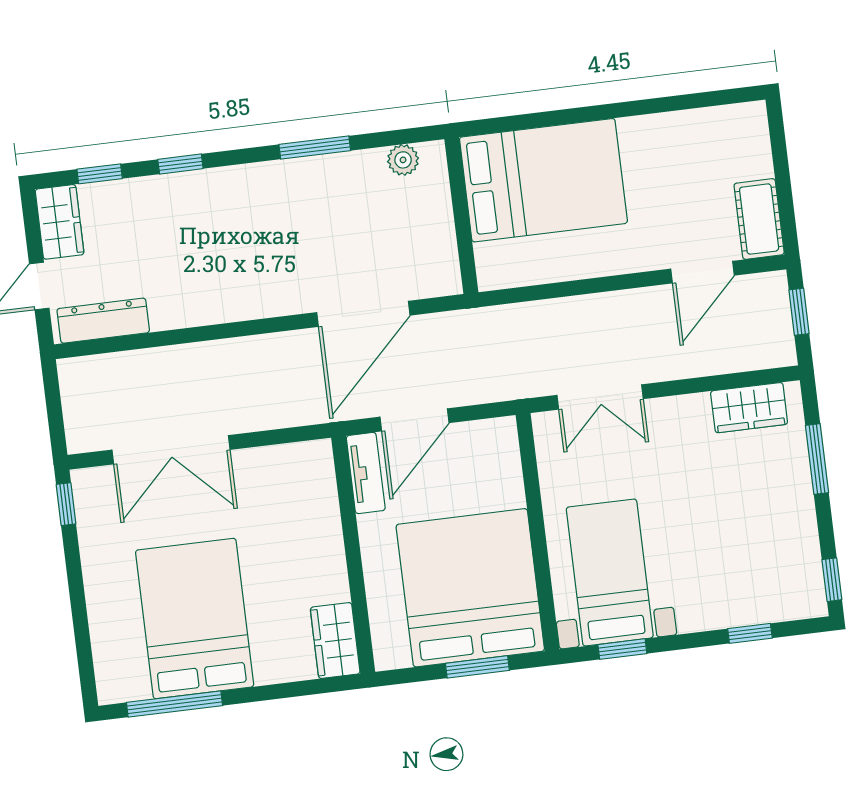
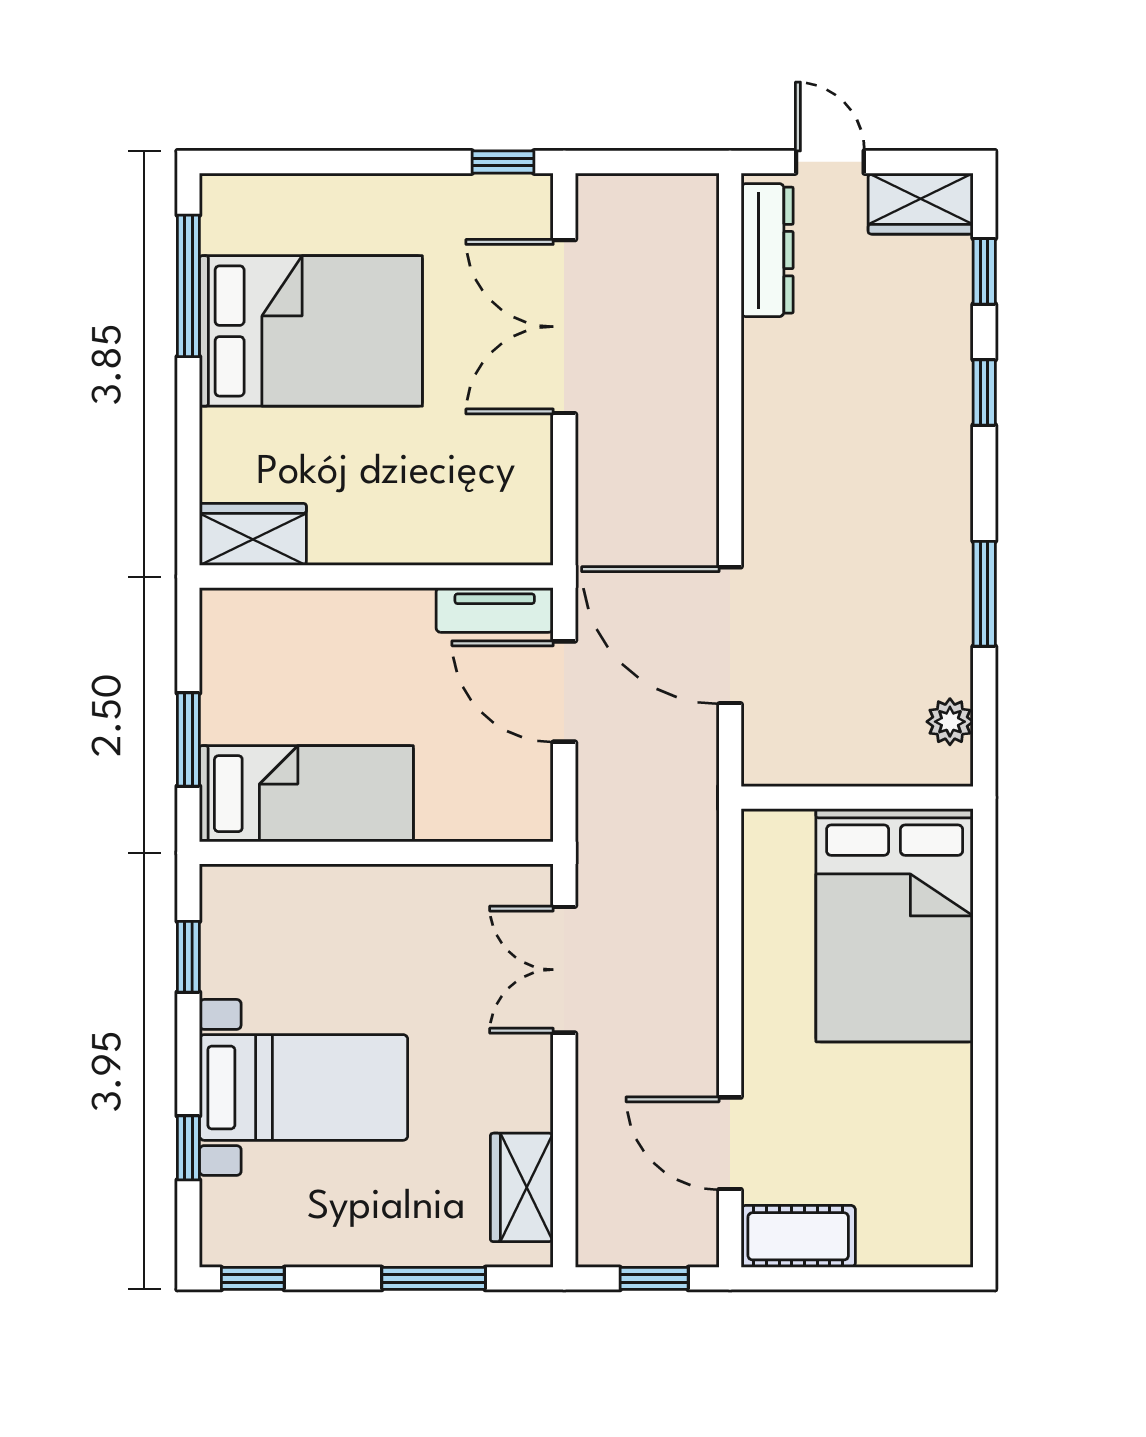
bed with nightstands: (610, 573) -> (304, 1087), moved
bed: (470, 588) -> (306, 794), width x0.49

